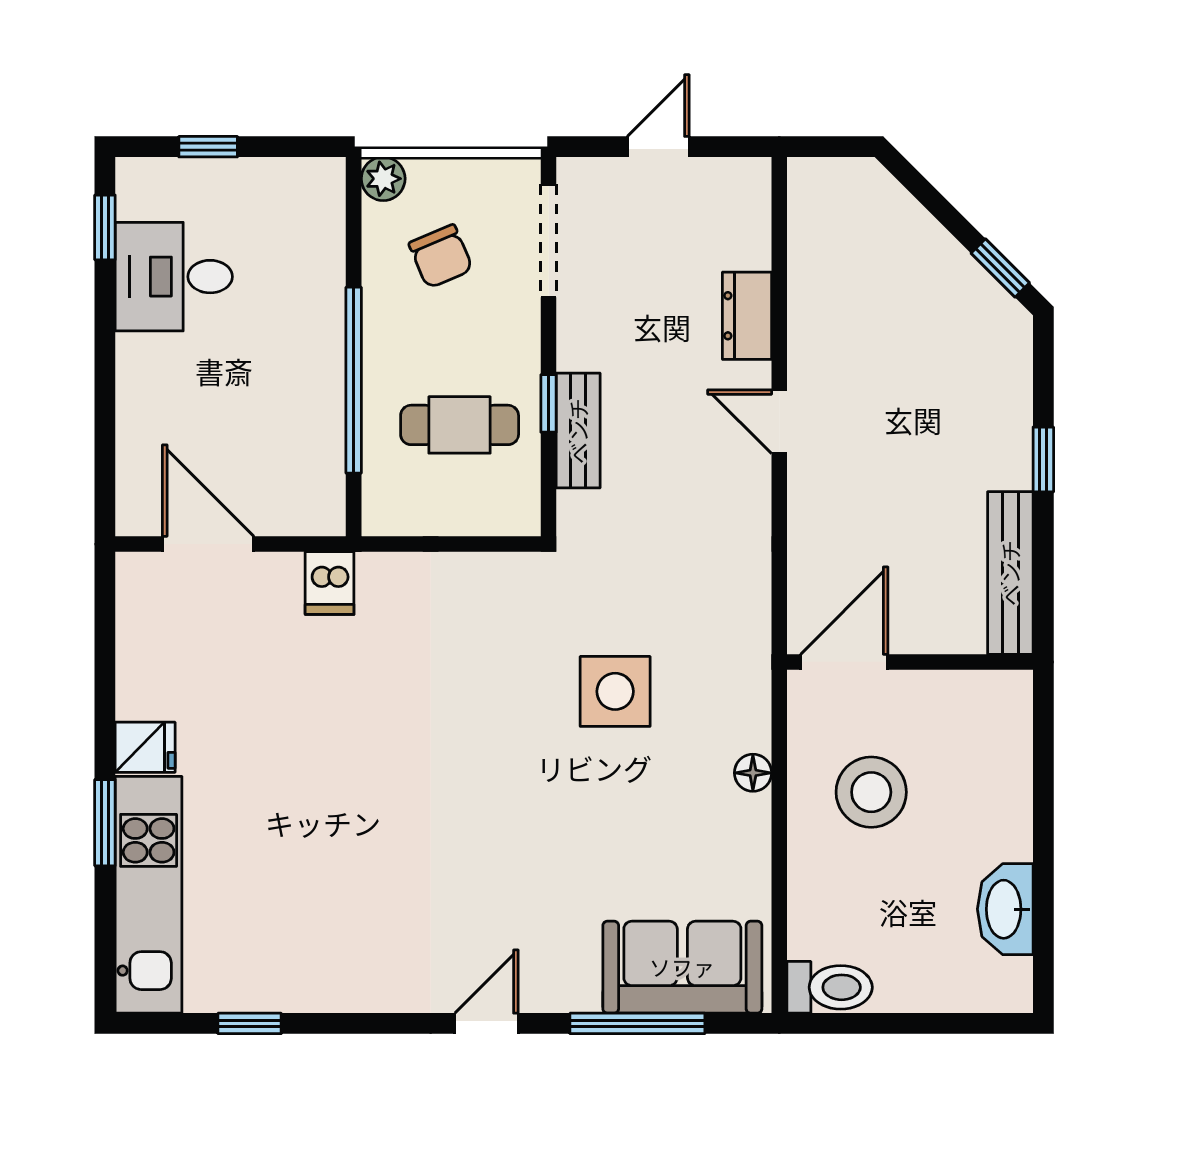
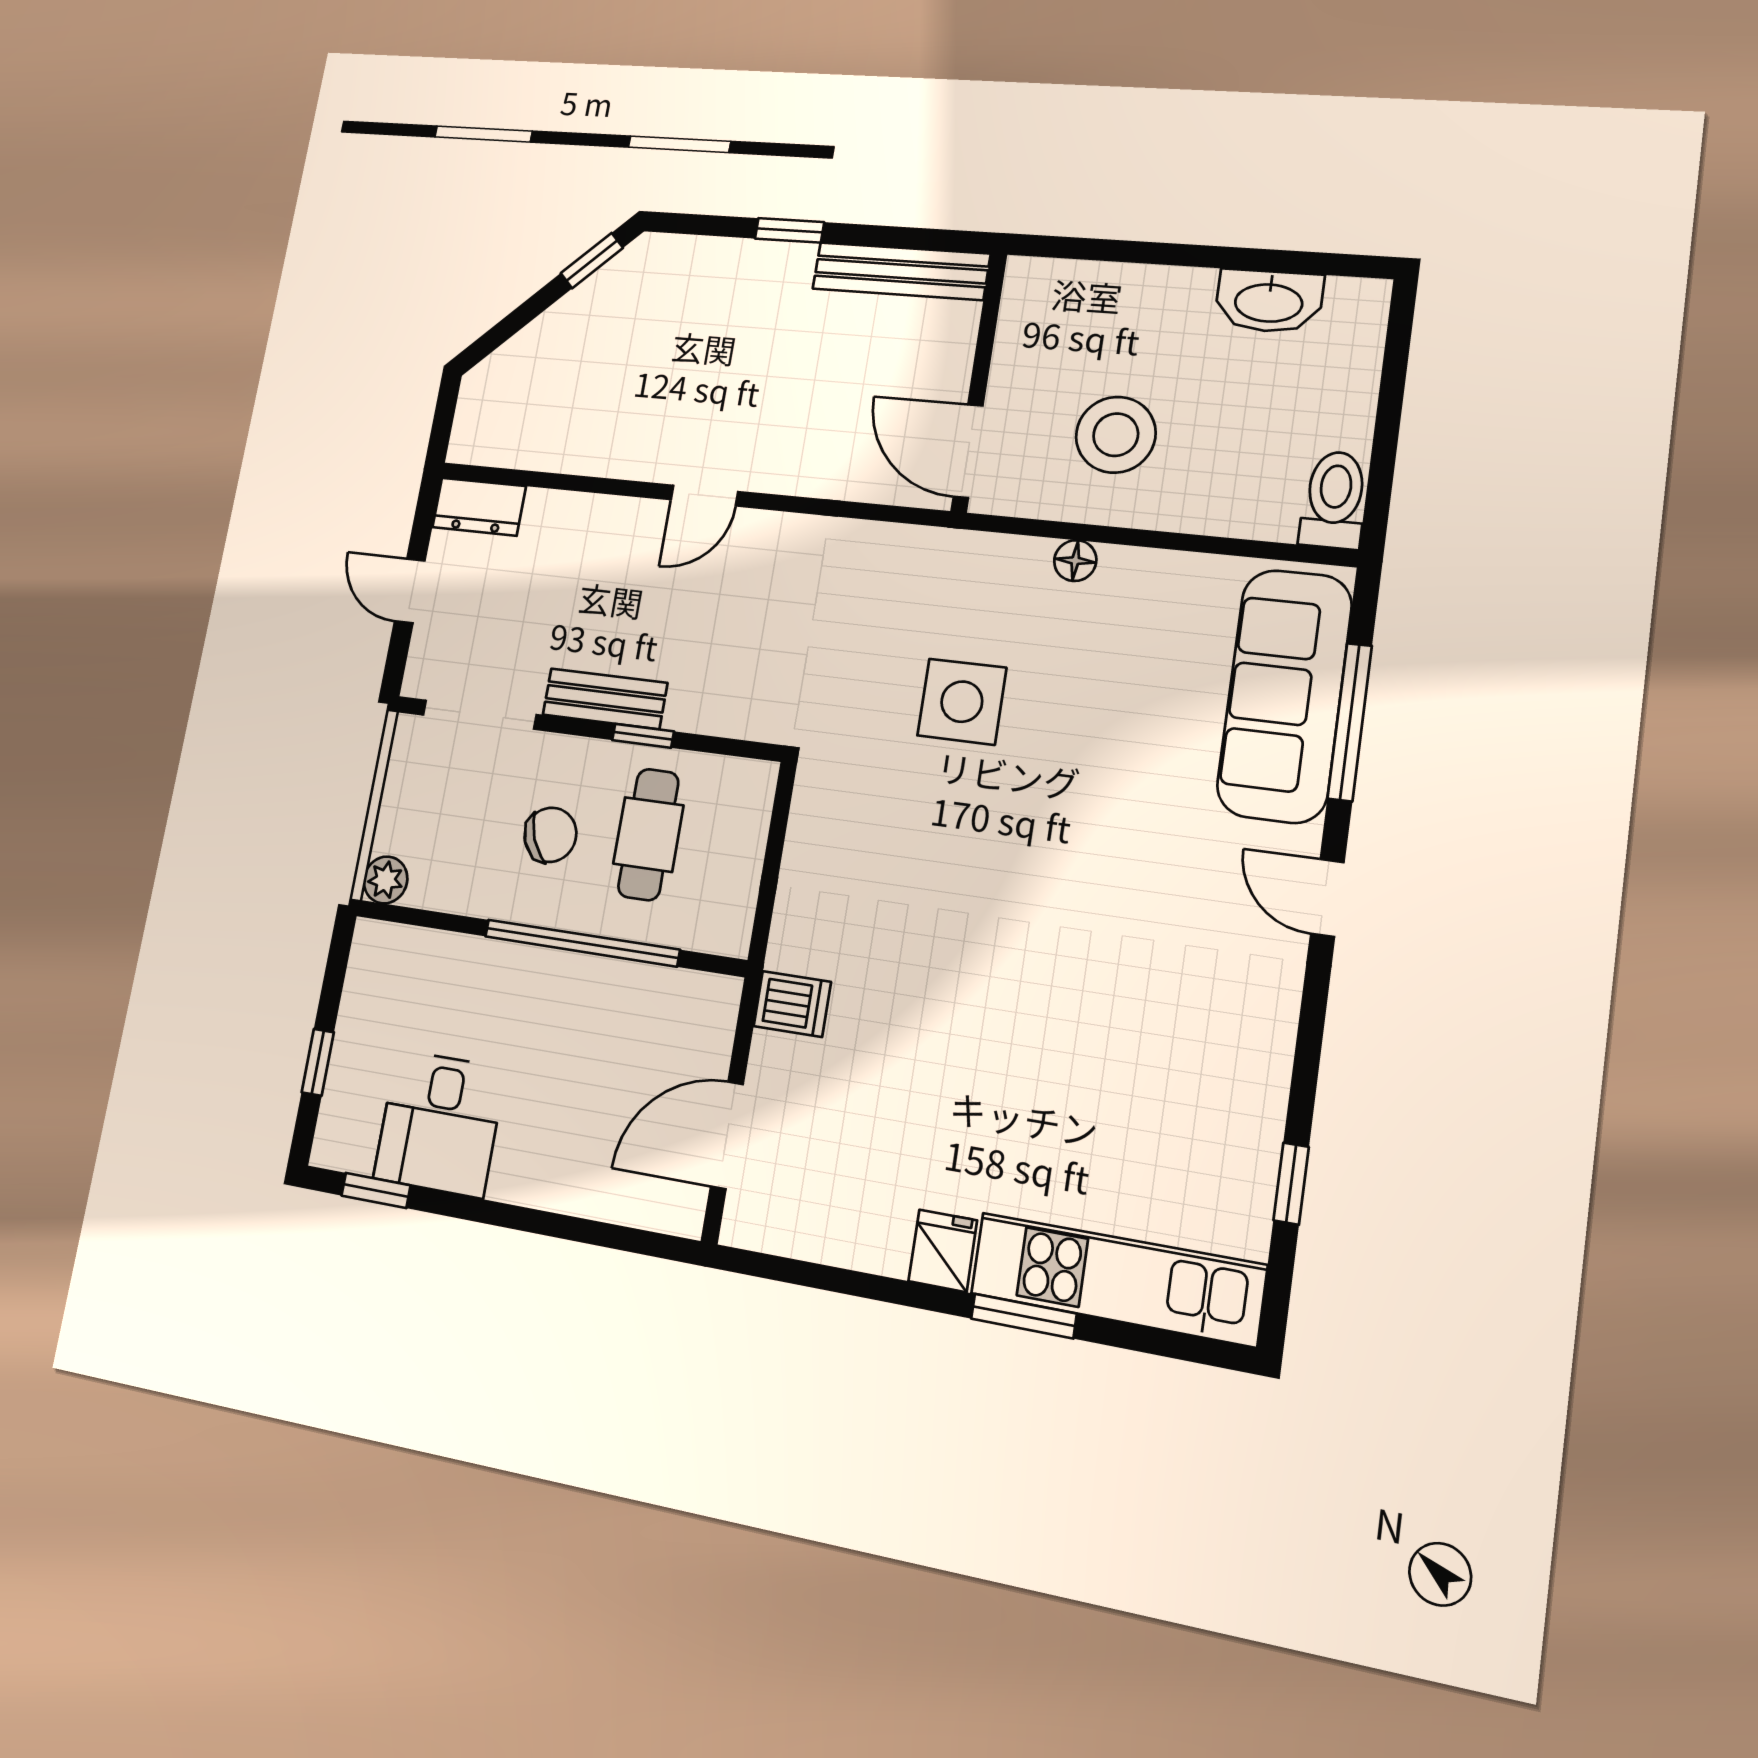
chair: (441, 256) -> (550, 835), moved
dresser: (747, 316) -> (479, 507), moved
bench: (578, 431) -> (605, 699), moved
sofa: (682, 967) -> (1284, 695), width x1.36

